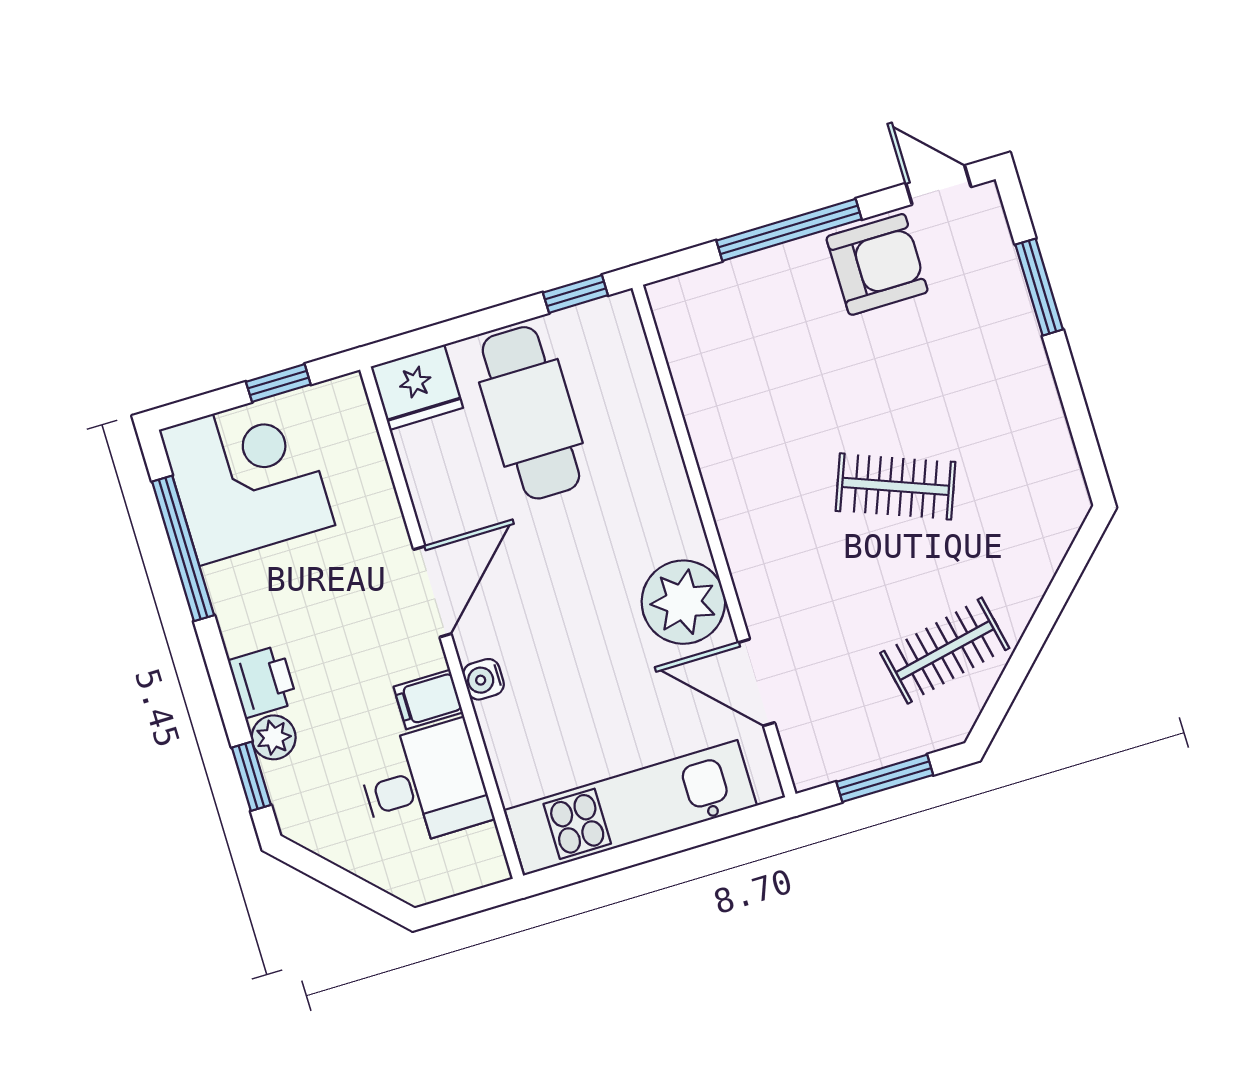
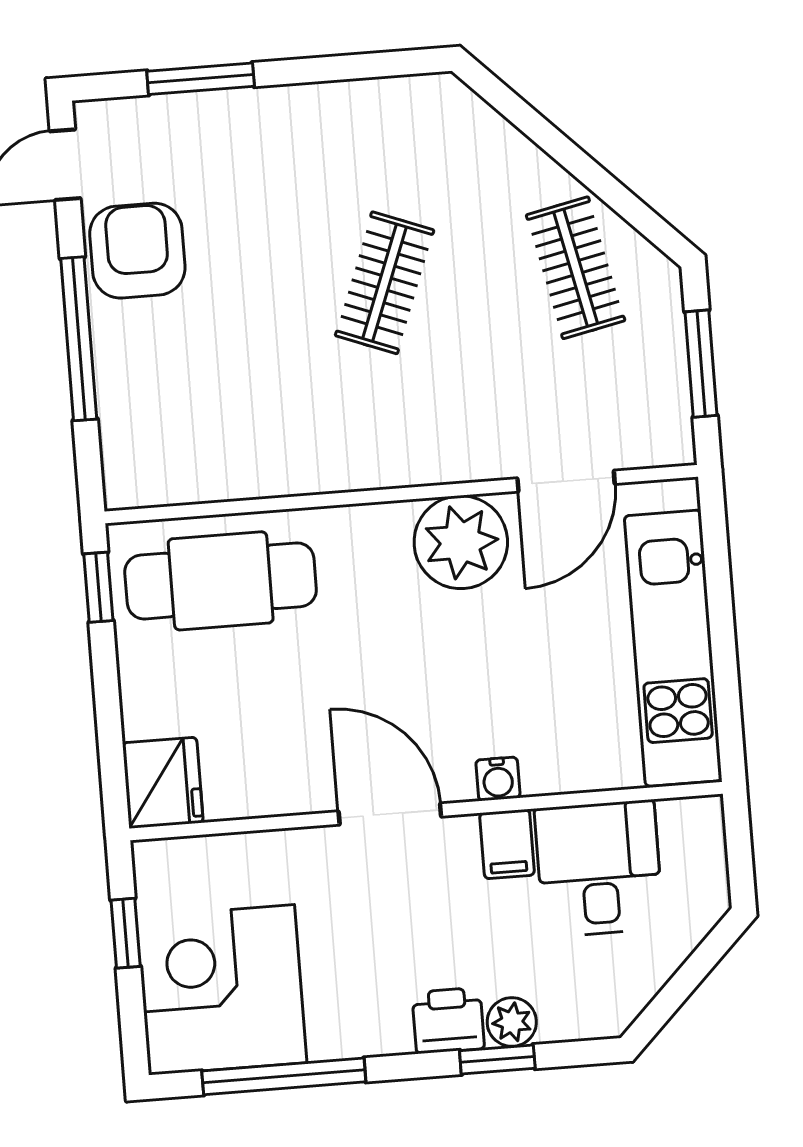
cafe table: (531, 413) -> (221, 581), moved
window: (251, 776) -> (497, 1060), moved

